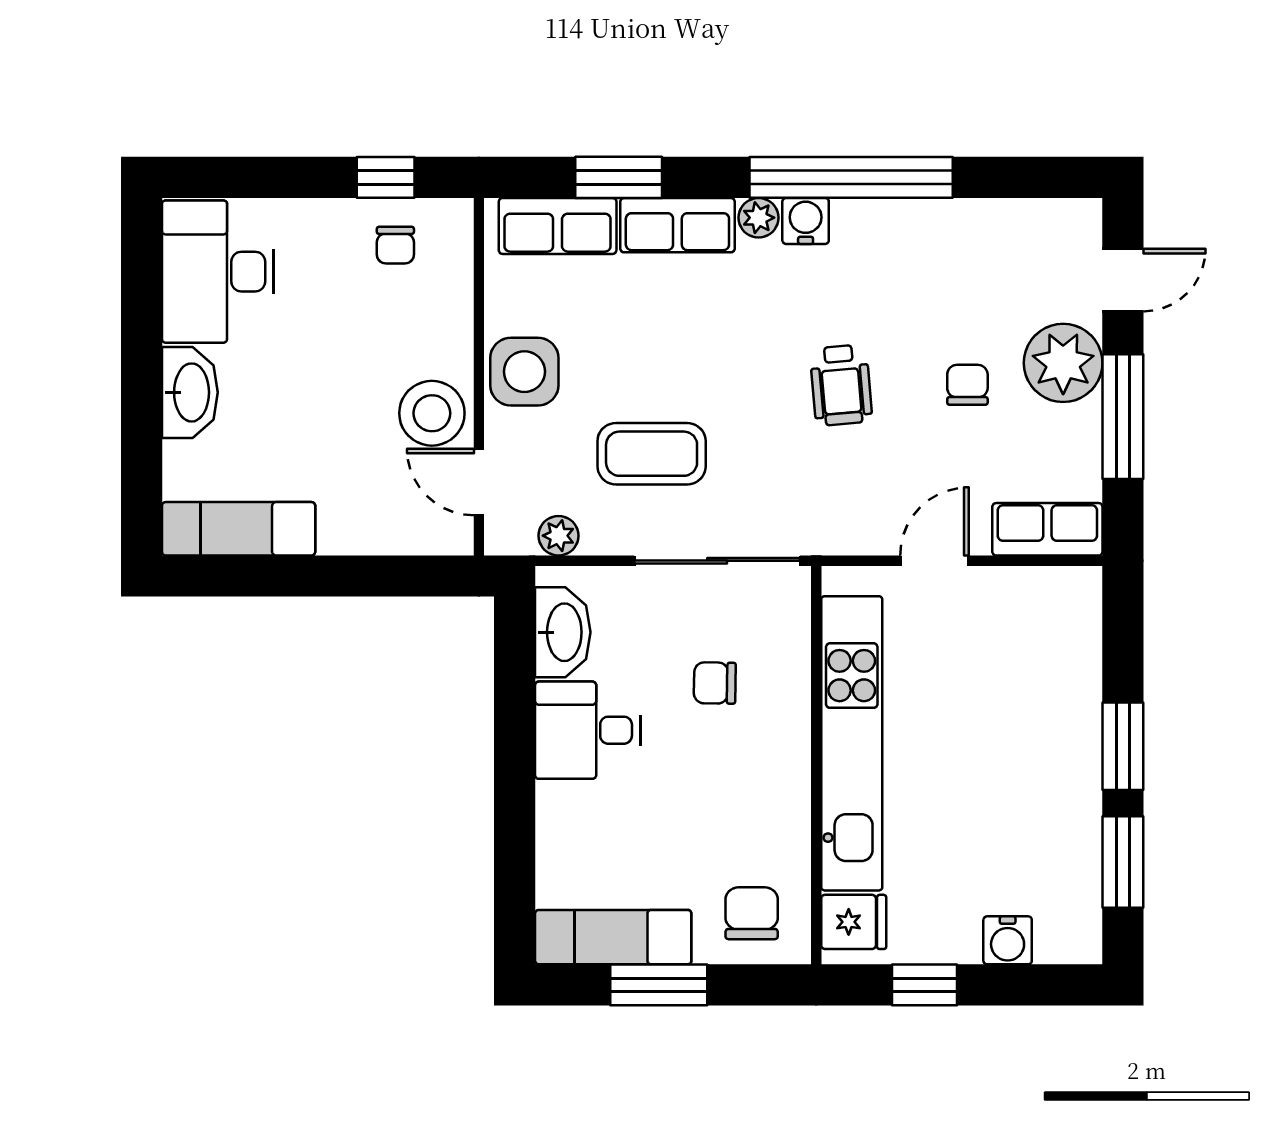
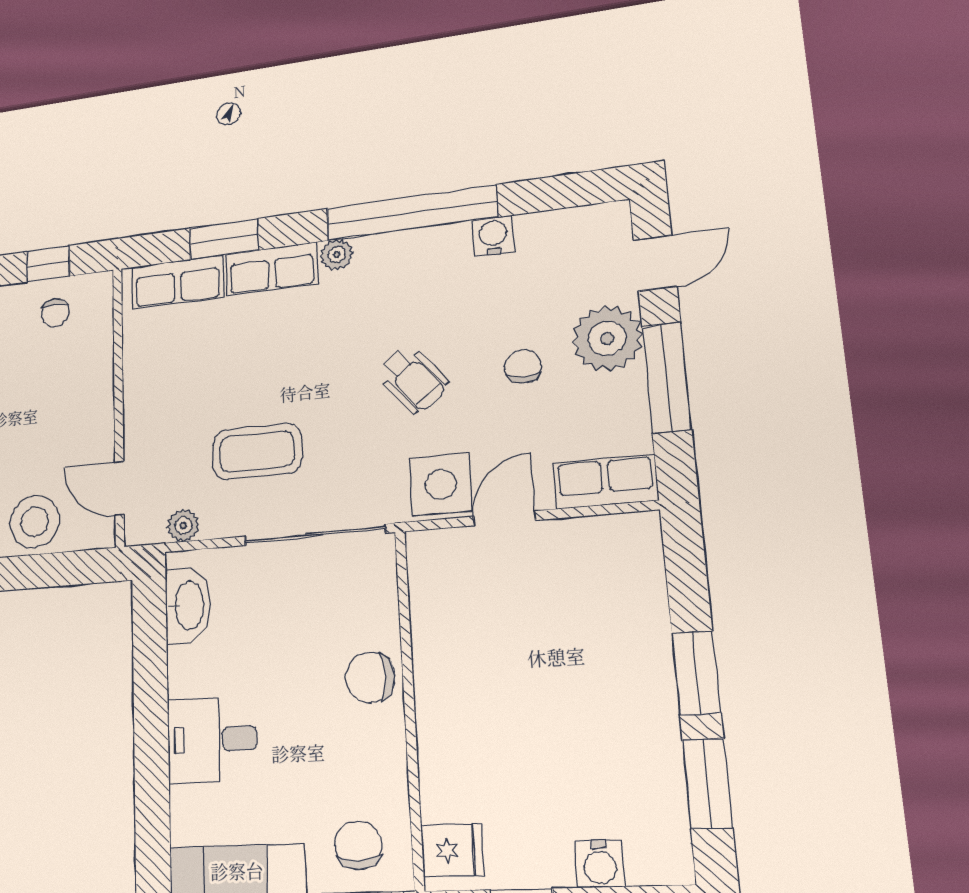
water cooler: (806, 221) -> (493, 236), moved
side table: (524, 372) -> (441, 484), moved
wheelchair: (841, 385) -> (413, 379), turned -34
stool: (432, 413) -> (35, 522), moved
chair: (715, 683) -> (370, 677), moved, width x1.37, depth x1.37
desk: (588, 730) -> (212, 740), moved
kitchen unit: (852, 743) -> (440, 685), removed

